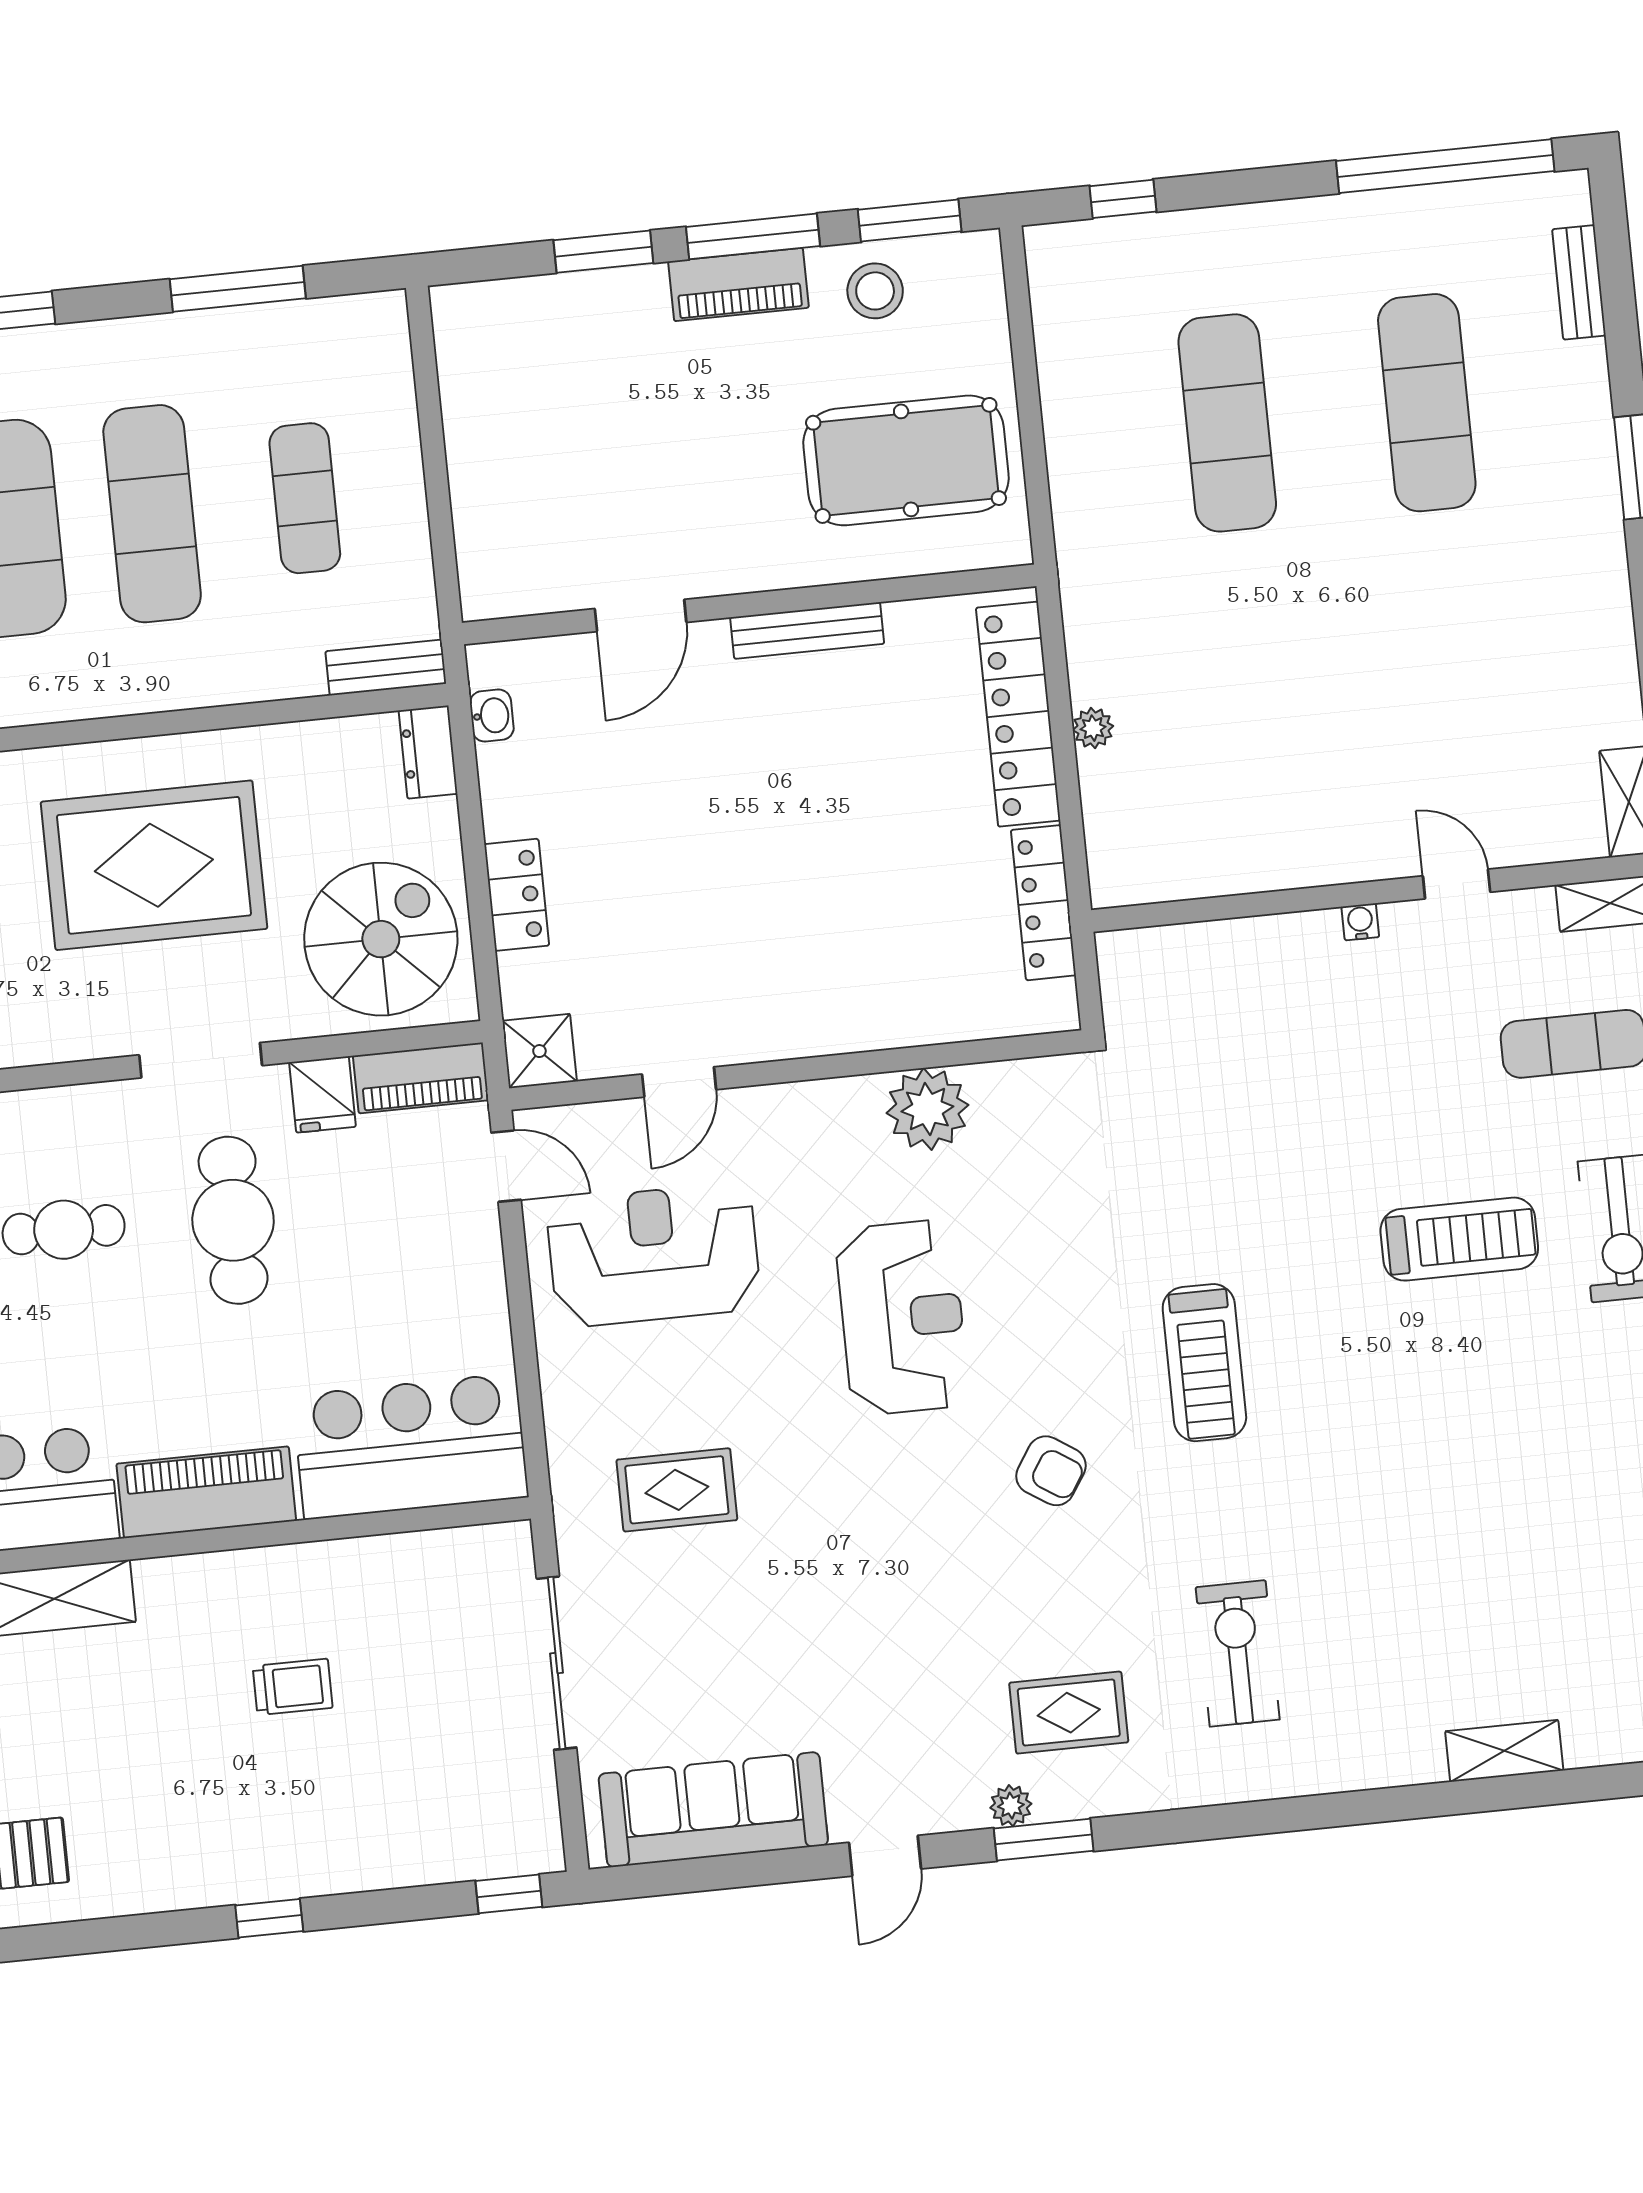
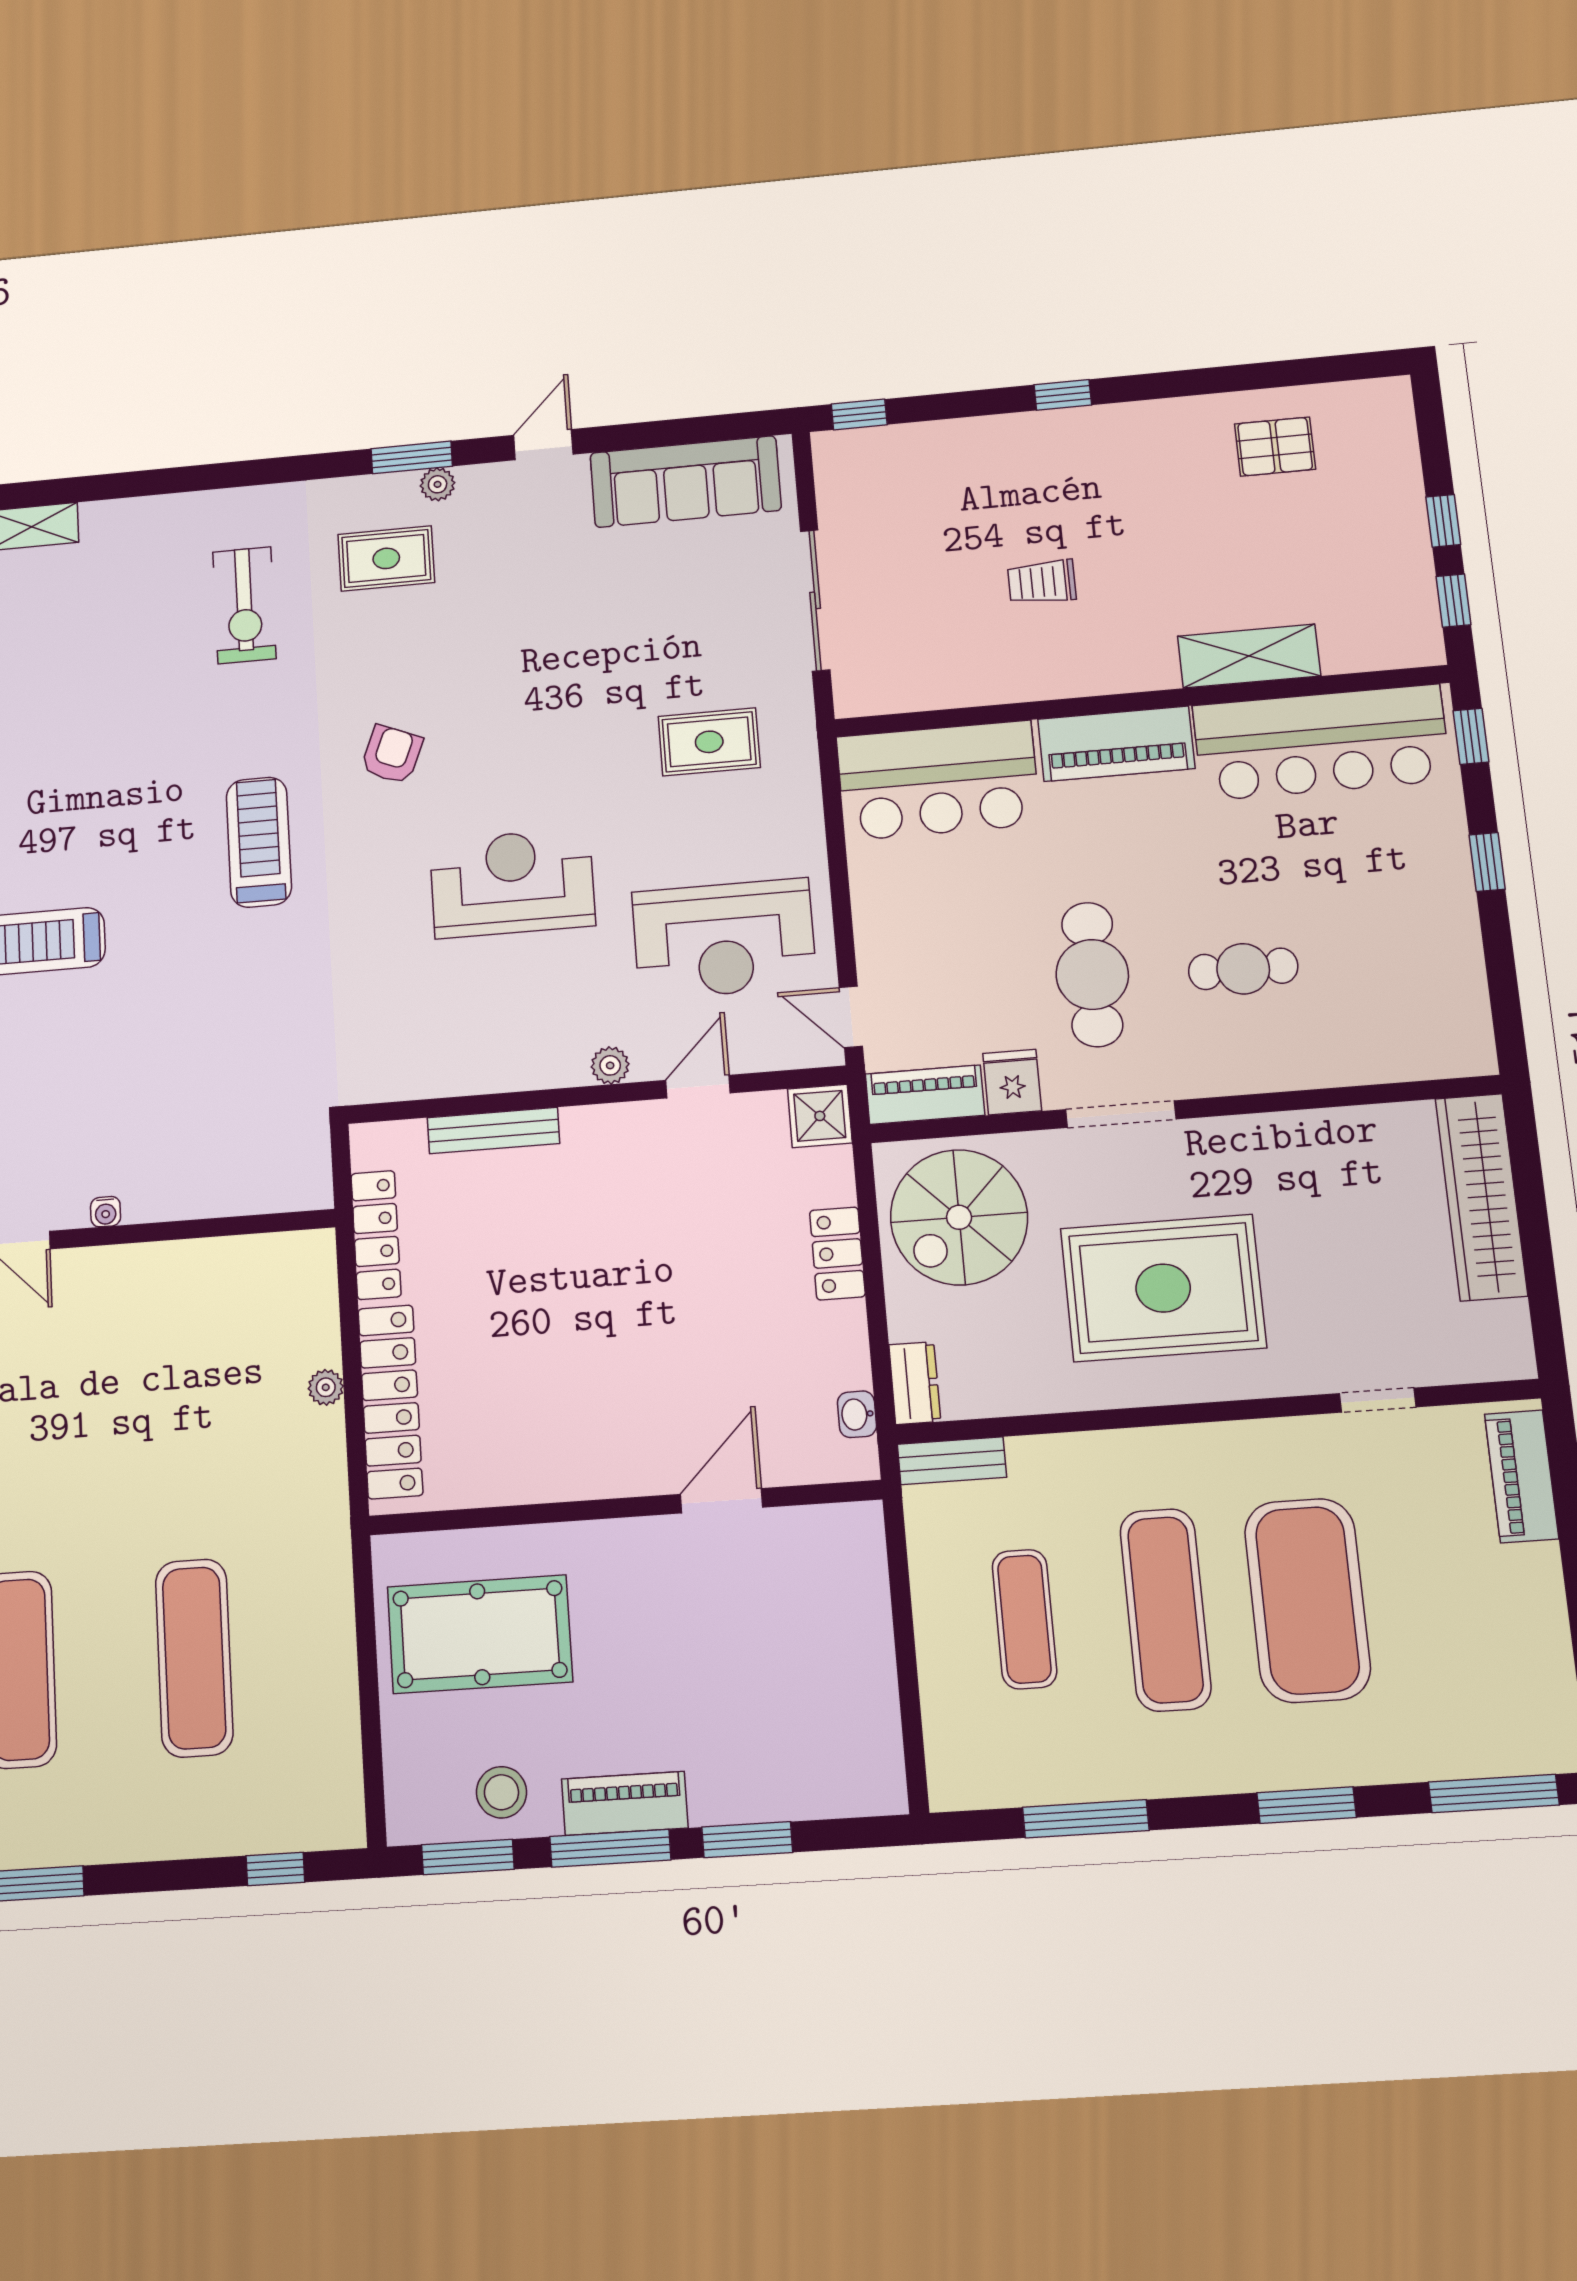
bench: (807, 631) -> (493, 1131), moved
plant: (927, 1109) -> (610, 1065), moved, width x0.53, depth x0.53
reception desk: (902, 1317) -> (512, 883), turned 90
armchair: (1051, 1471) -> (392, 754), turned 79

